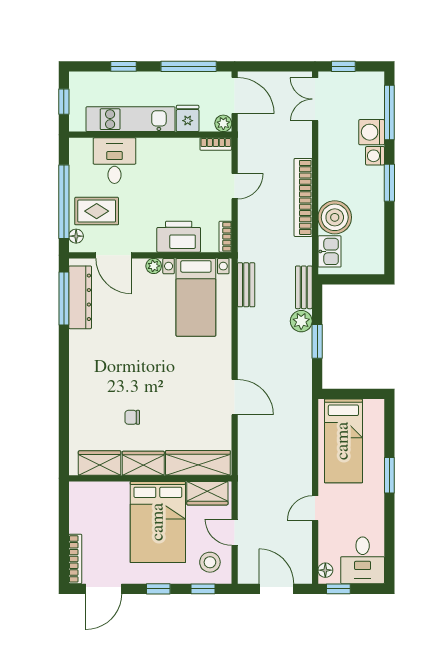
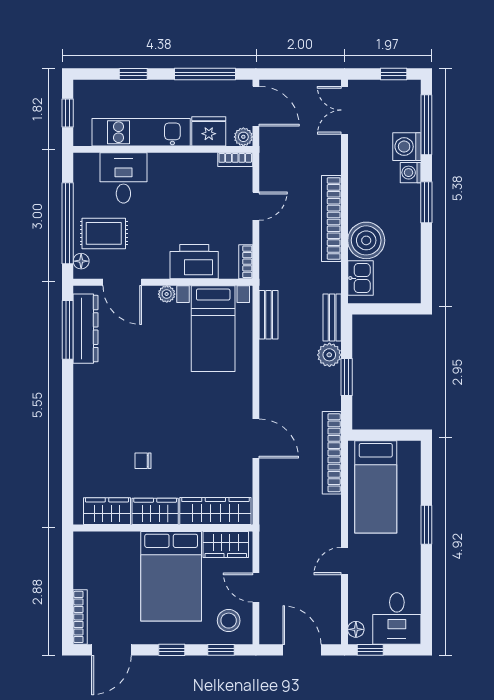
window: (343, 66) -> (394, 74), moved
fridge: (188, 118) -> (209, 131), width x1.38
bookcase: (304, 410) -> (332, 453), added

